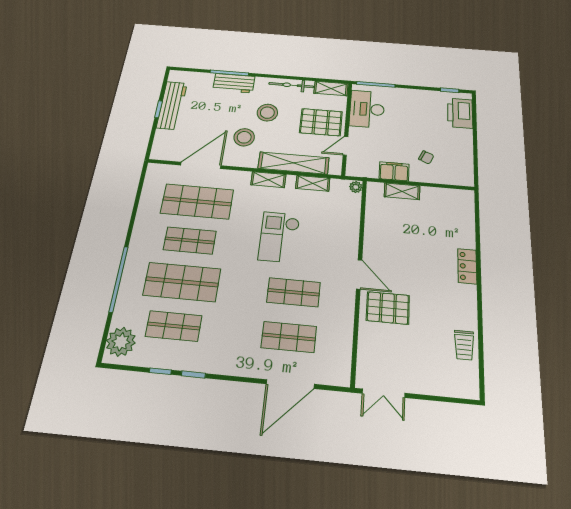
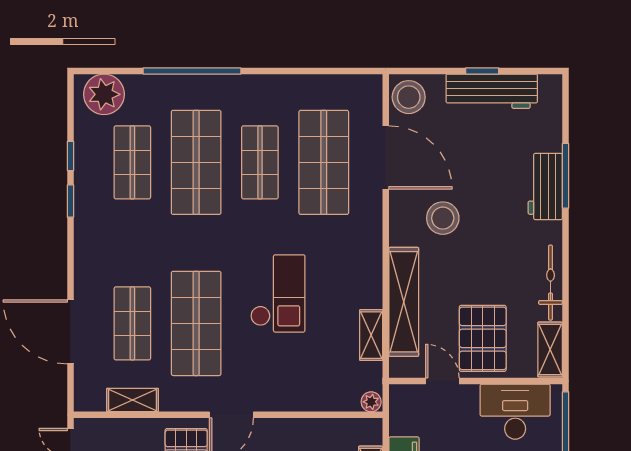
stool: (267, 113) -> (409, 97), moved
shelving: (268, 180) -> (132, 400), moved, turned 90
checkout: (279, 237) -> (278, 293), turned 90
shop shelf: (294, 292) -> (196, 323), width x1.43, depth x1.36

